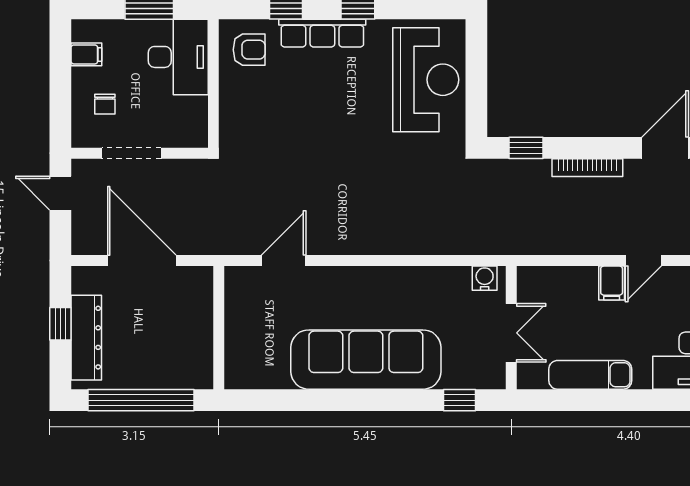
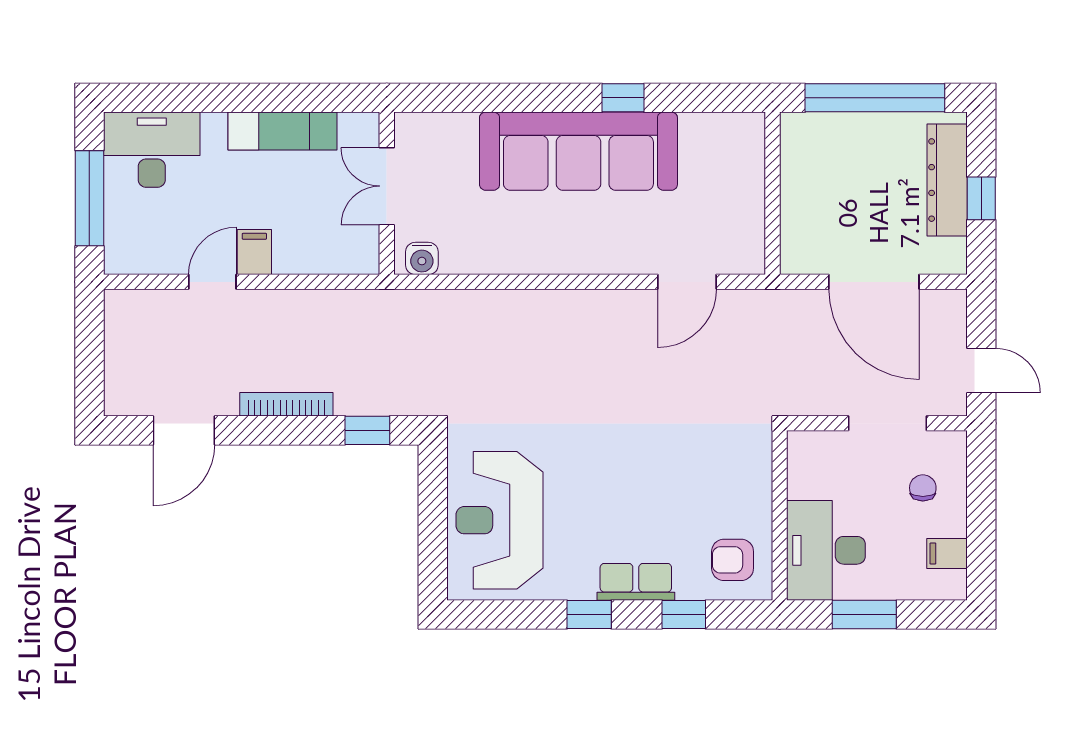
row of seats: (322, 33) -> (636, 582), width x0.68
window: (460, 400) -> (623, 98), moved

